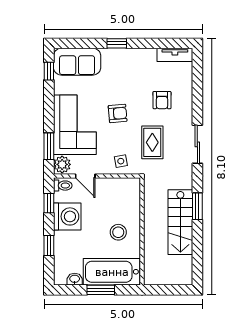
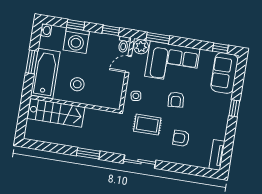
washing machine: (67, 216) -> (76, 41), moved
stairs: (180, 222) -> (56, 113), moved, turned 180
washbasin: (75, 279) -> (46, 30), moved

